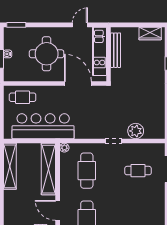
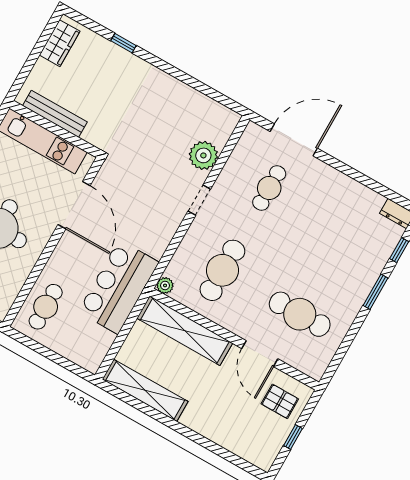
door: (78, 83) -> (74, 205), swing flipped
bar counter: (43, 126) -> (119, 287), width x0.73
cafe table: (87, 171) -> (222, 270), turned 90
door: (58, 210) -> (260, 354), hinge flipped

